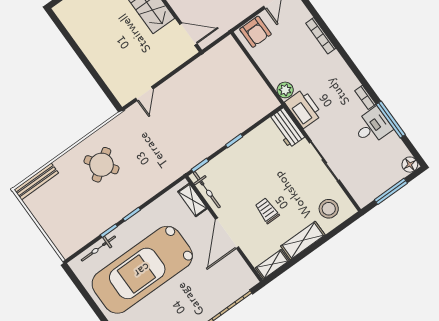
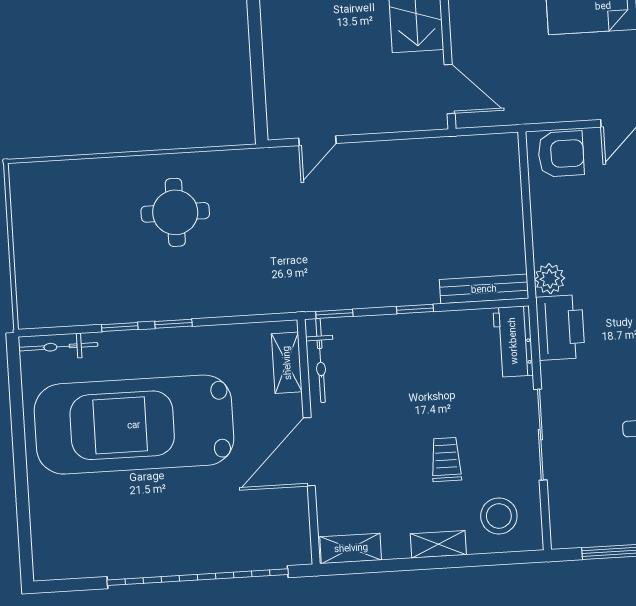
armchair: (255, 32) -> (561, 154), turned -90
round table: (102, 165) -> (175, 212), turned 35
bench: (36, 181) -> (484, 289), moved
trolley: (267, 211) -> (446, 459), moved
shelving: (303, 240) -> (438, 544), width x0.67, depth x0.75
bicycle: (98, 248) -> (58, 347), moved

